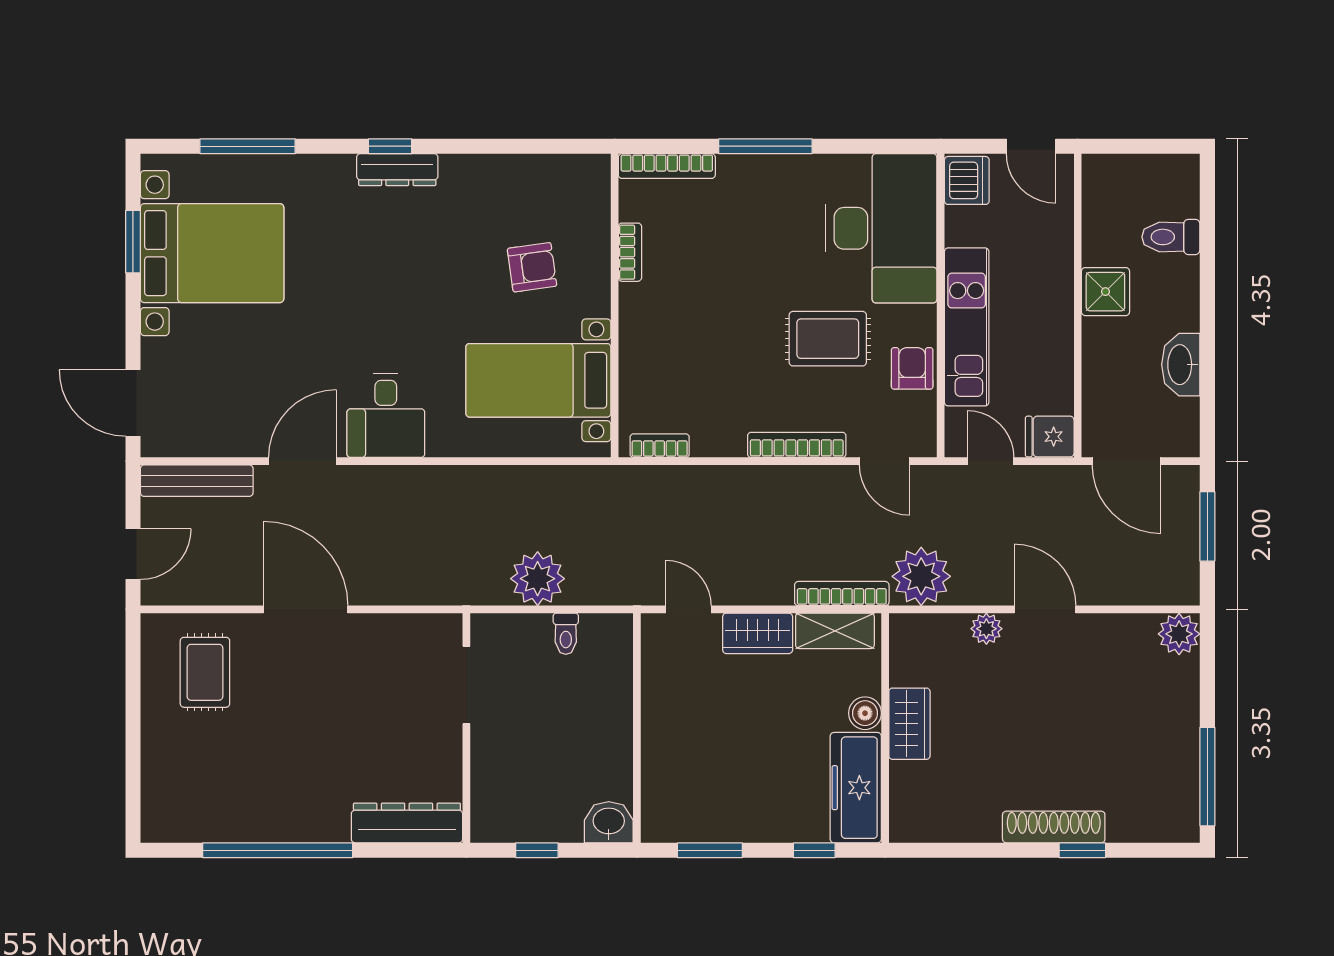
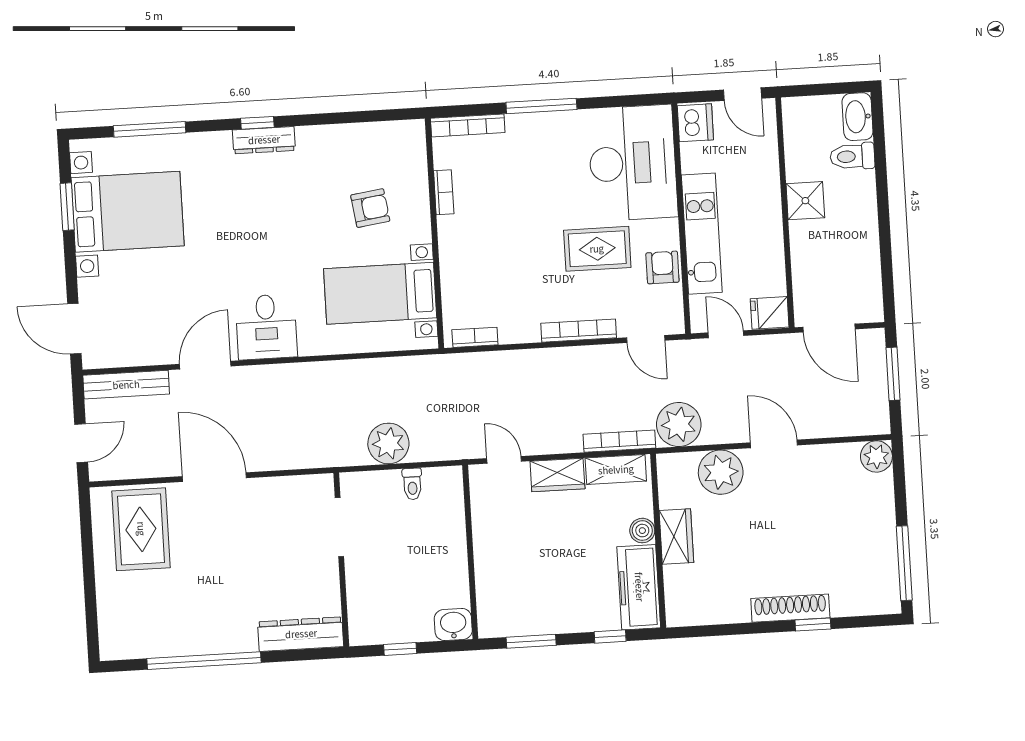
washbasin: (1181, 365) -> (858, 117), moved
plant: (986, 629) -> (721, 472), width x1.88, depth x1.88
rug: (205, 672) -> (141, 529), width x1.36, depth x1.43

